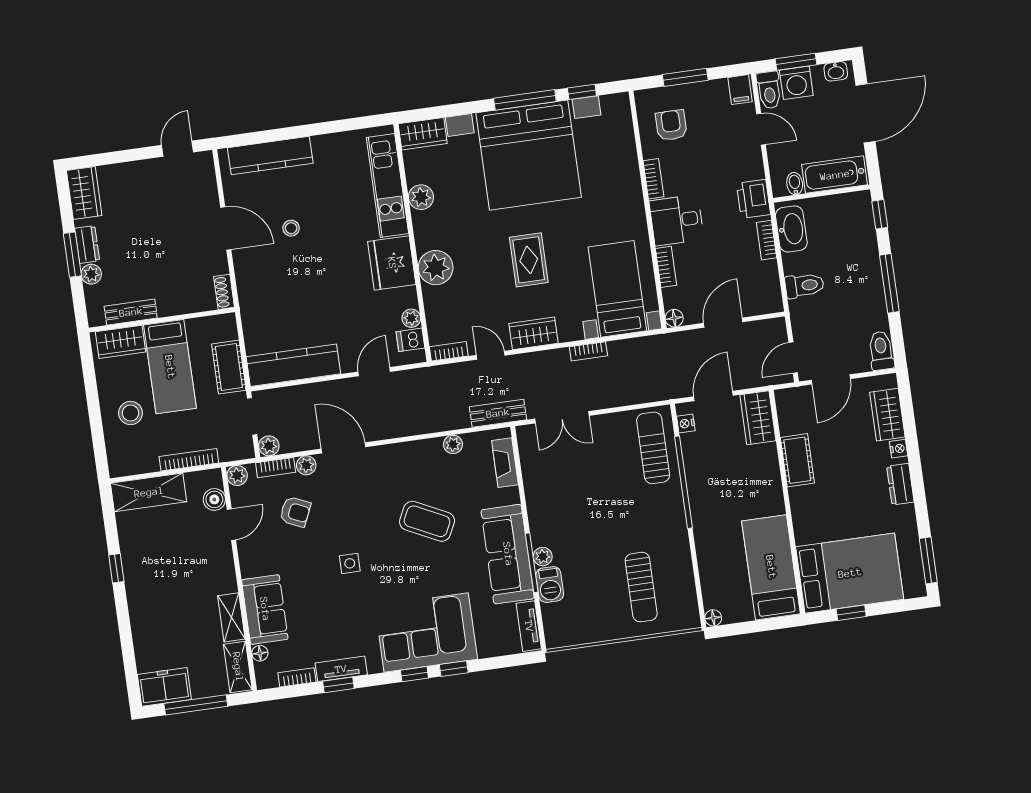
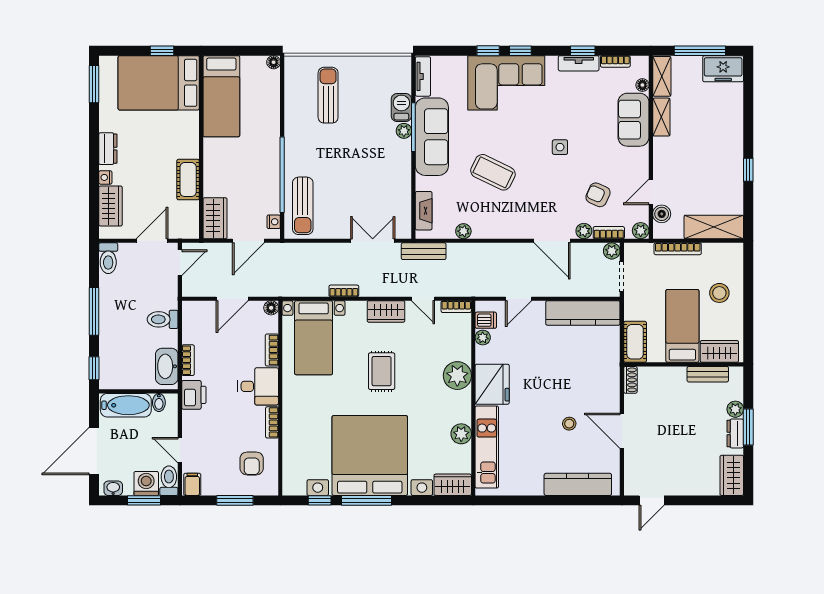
cot: (229, 367) -> (635, 342), moved

